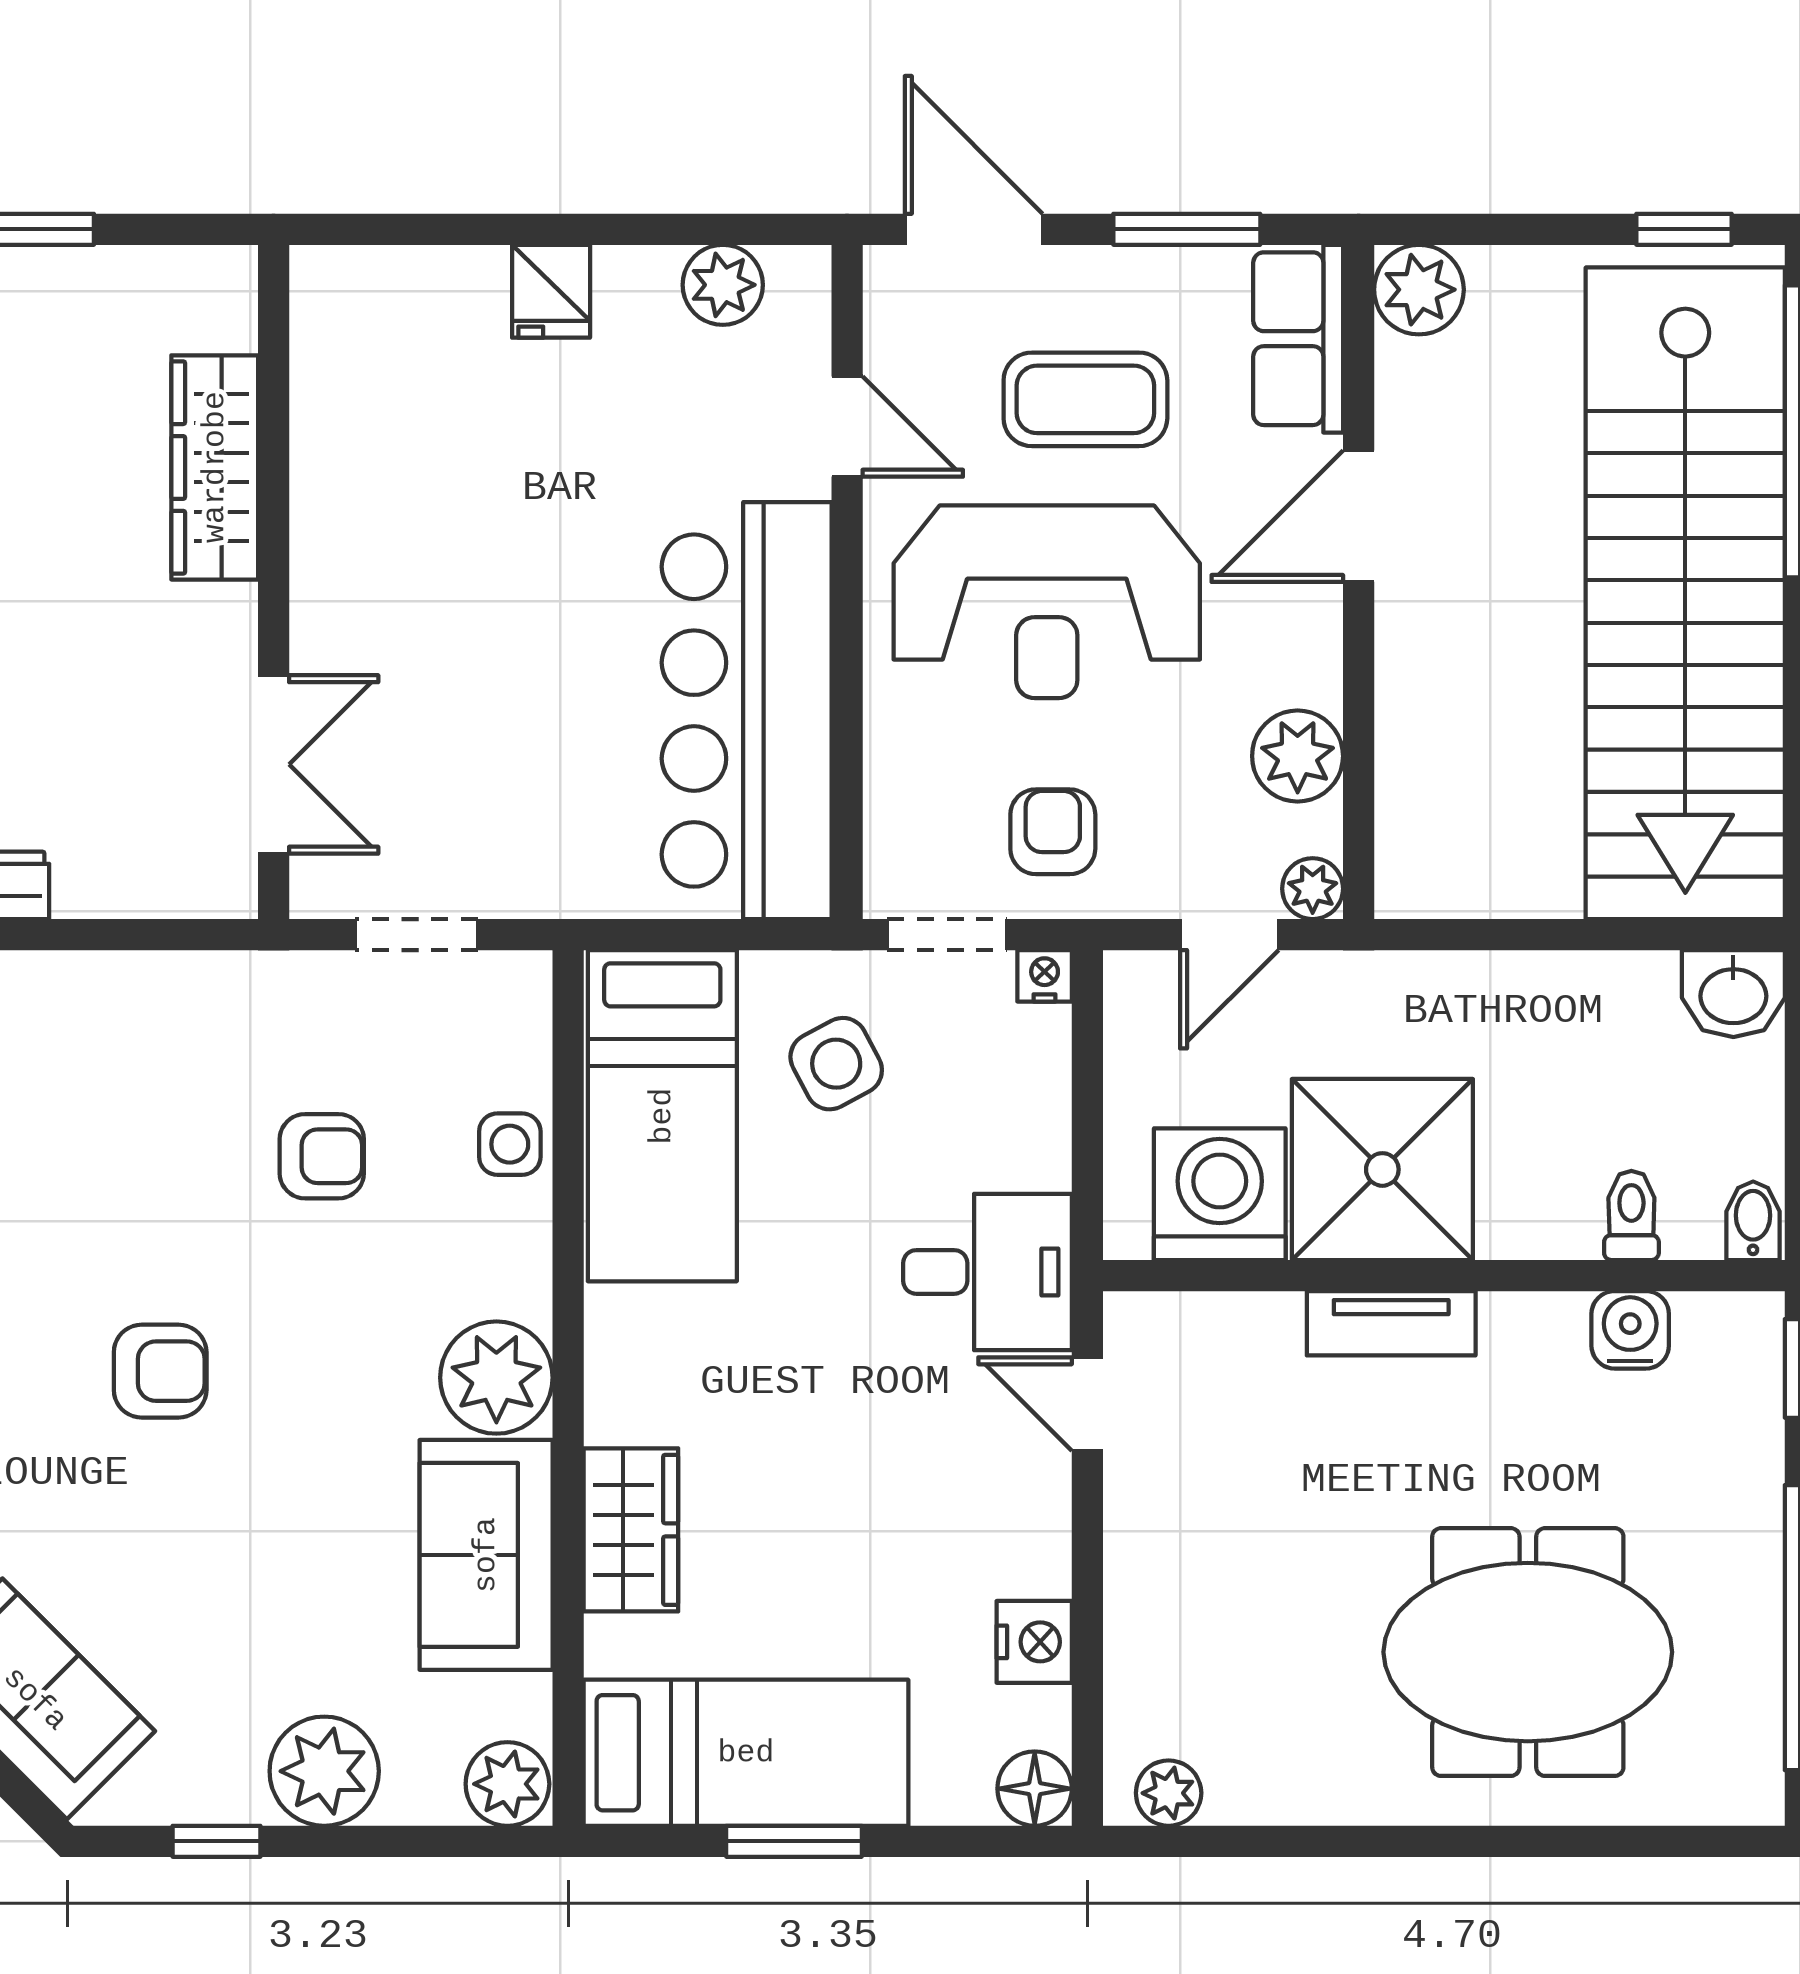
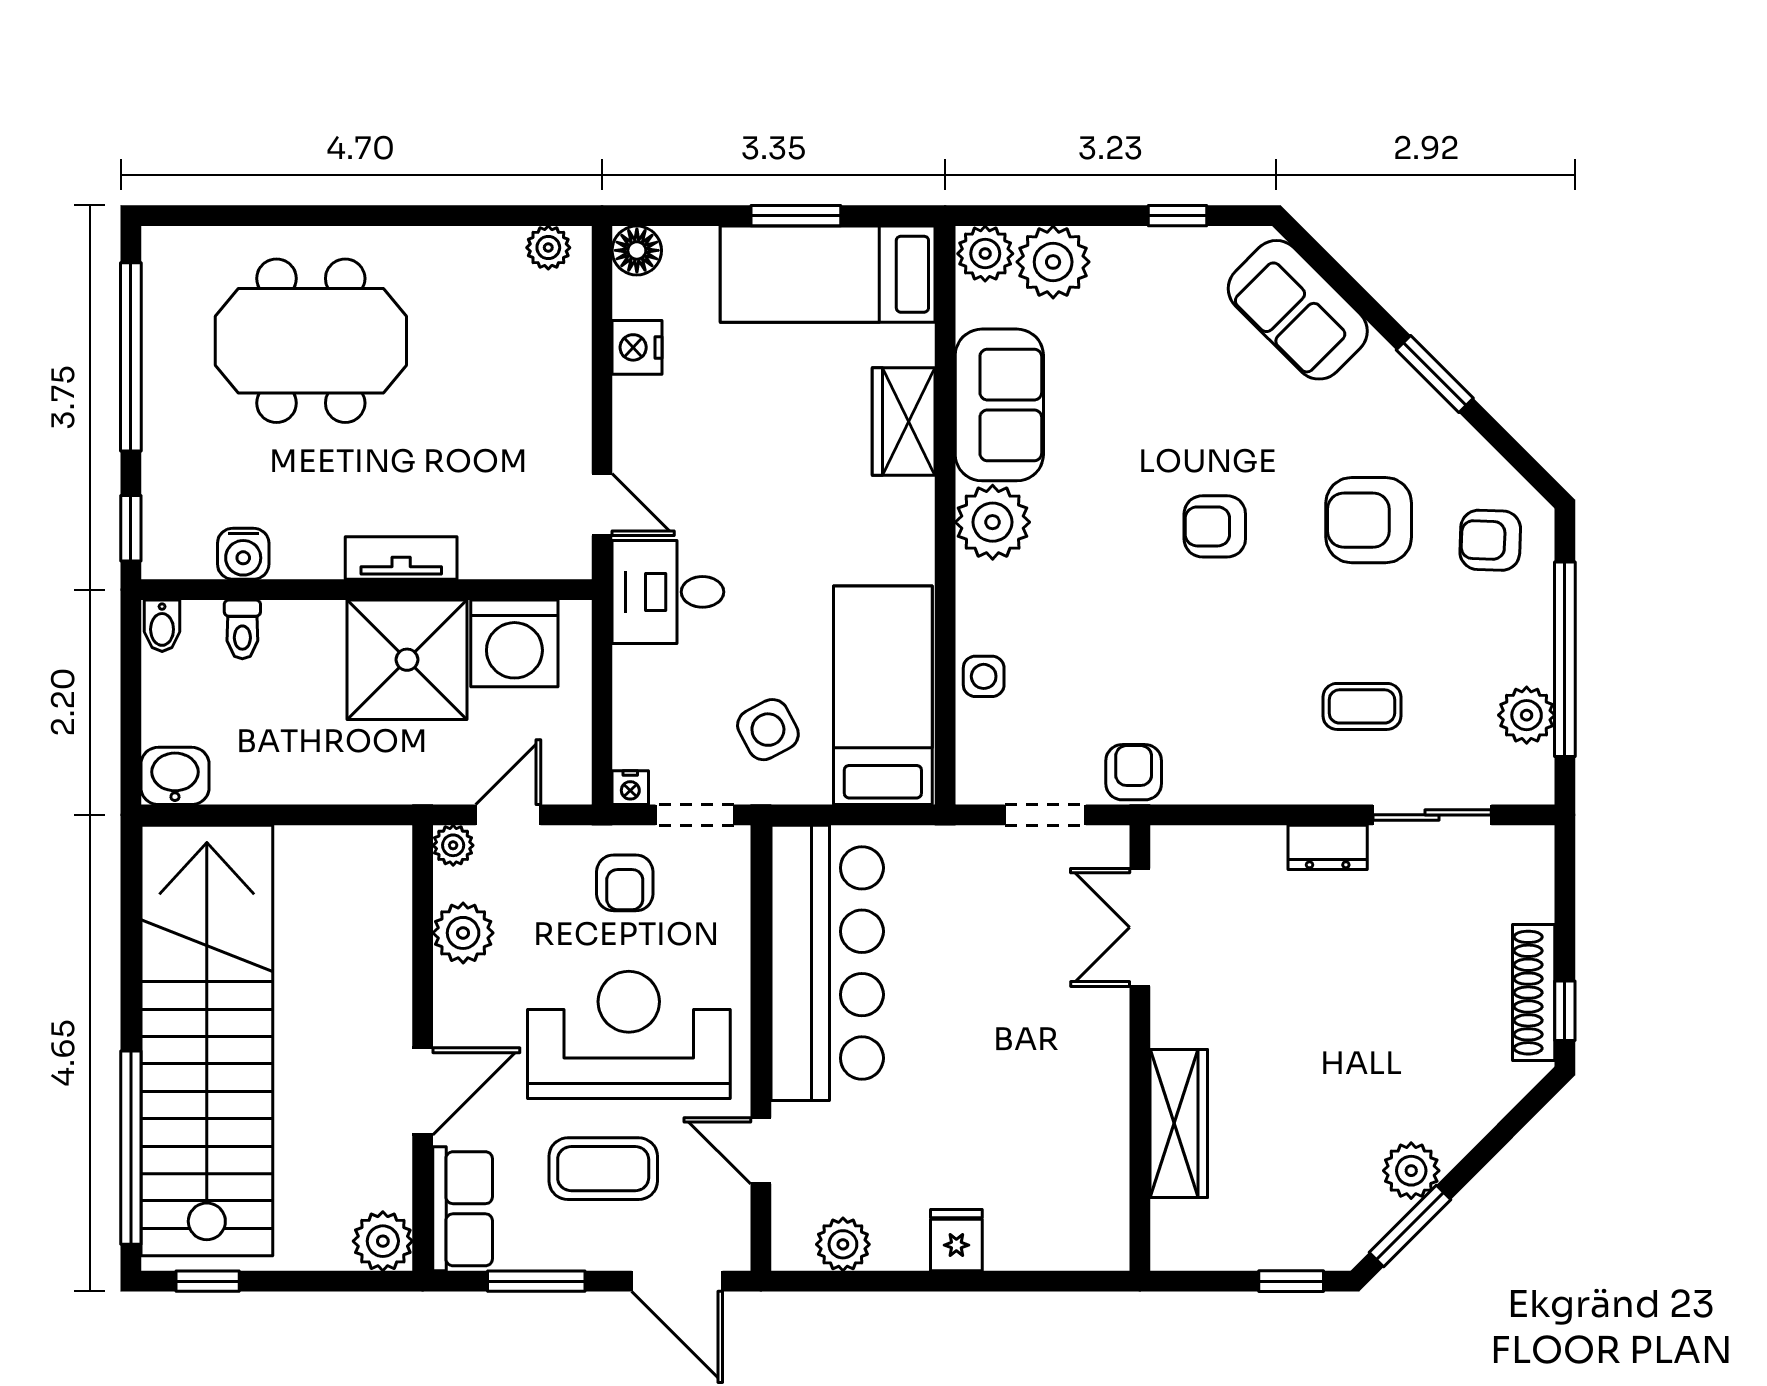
armchair: (322, 1156) -> (1134, 772), moved, turned 90
plant: (324, 1771) -> (1053, 262), moved

